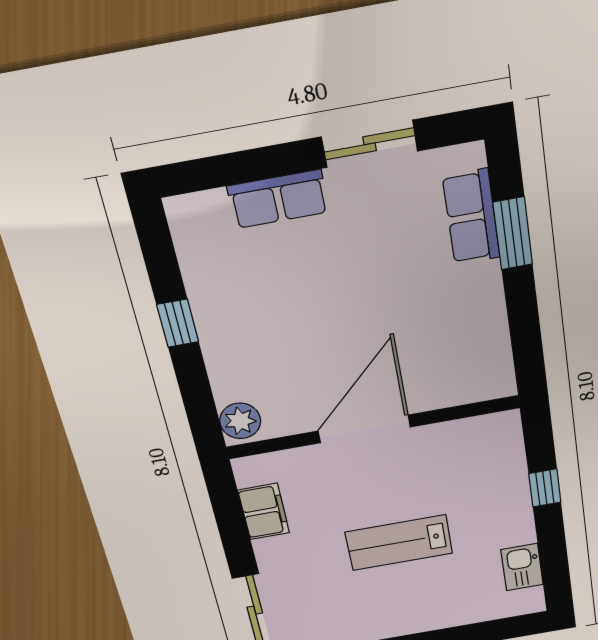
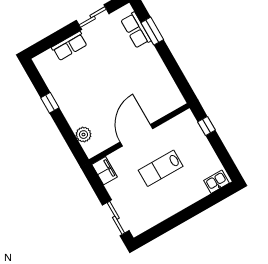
wall: (373, 427) -> (139, 134), moved
door: (364, 429) -> (136, 135), moved
kitchen sink: (522, 567) -> (216, 182), moved, turned 90

